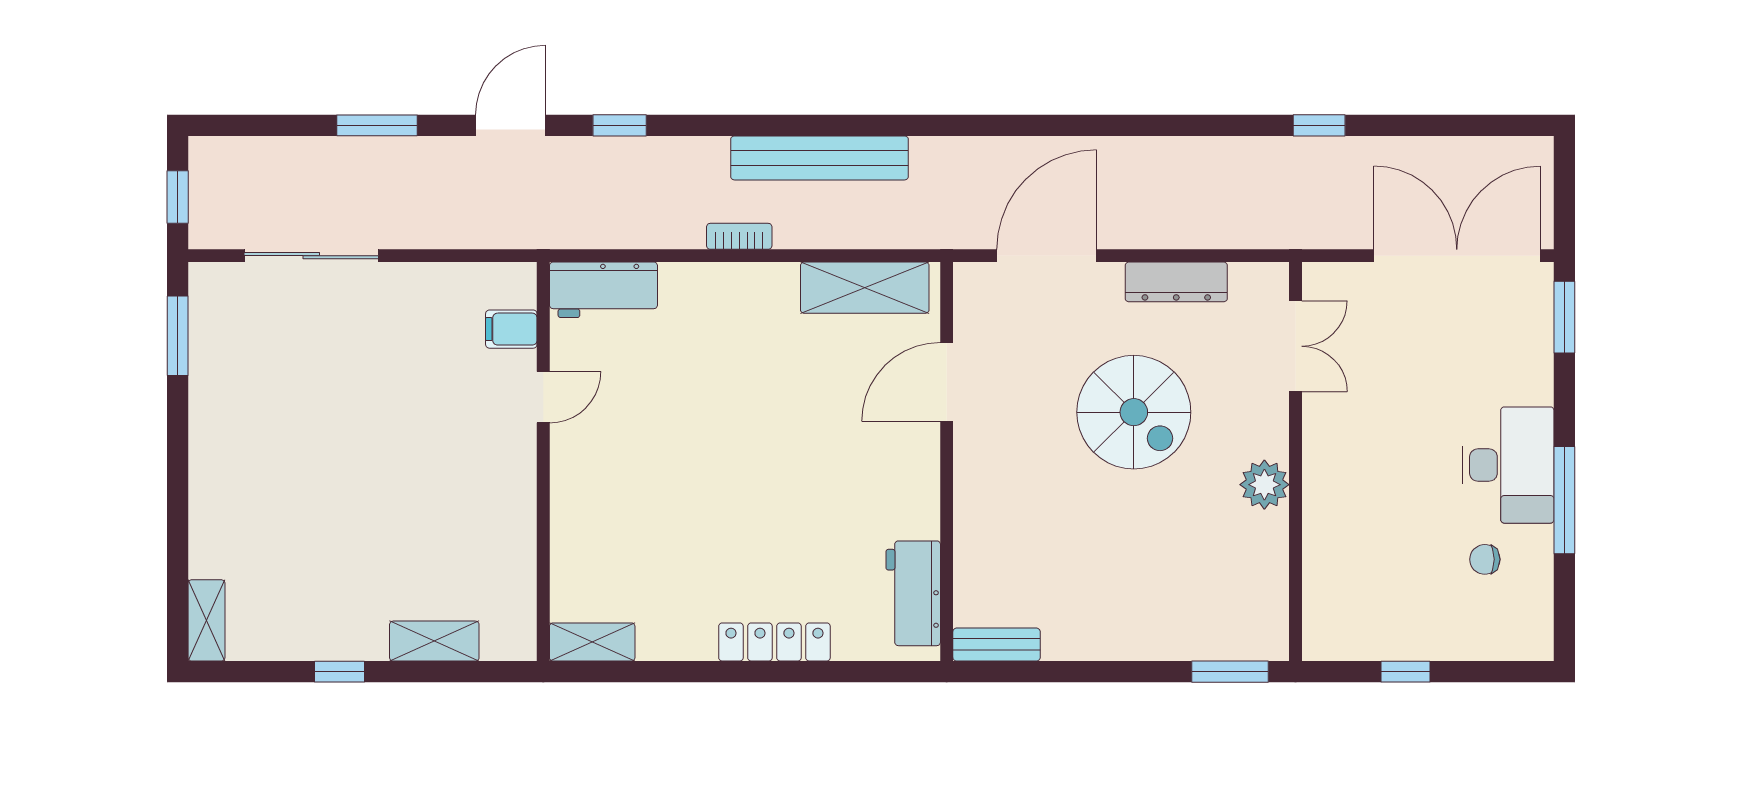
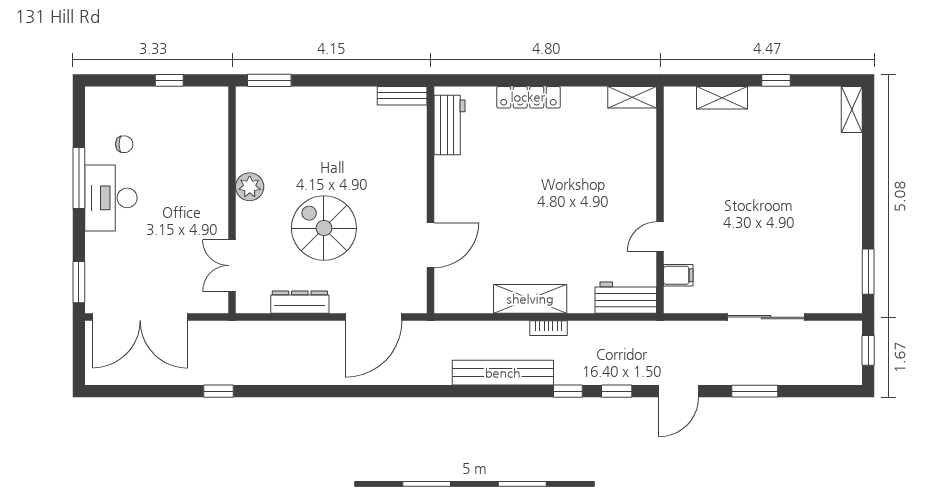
window: (705, 125) -> (568, 391), added
sliding door: (311, 256) -> (766, 317), moved
shelving: (865, 288) -> (530, 299), moved

